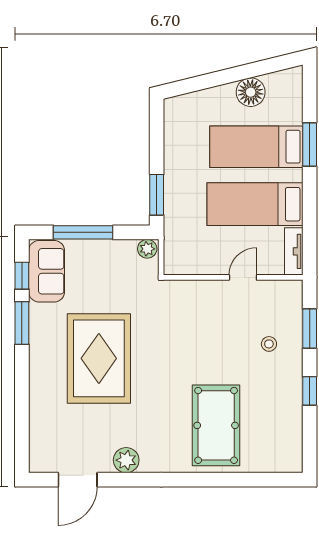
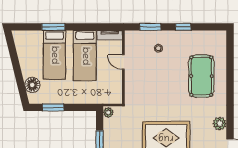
floor lamp: (251, 92) -> (32, 85), moved
window: (157, 195) -> (53, 107), moved
pool table: (216, 425) -> (201, 76), turned 90

